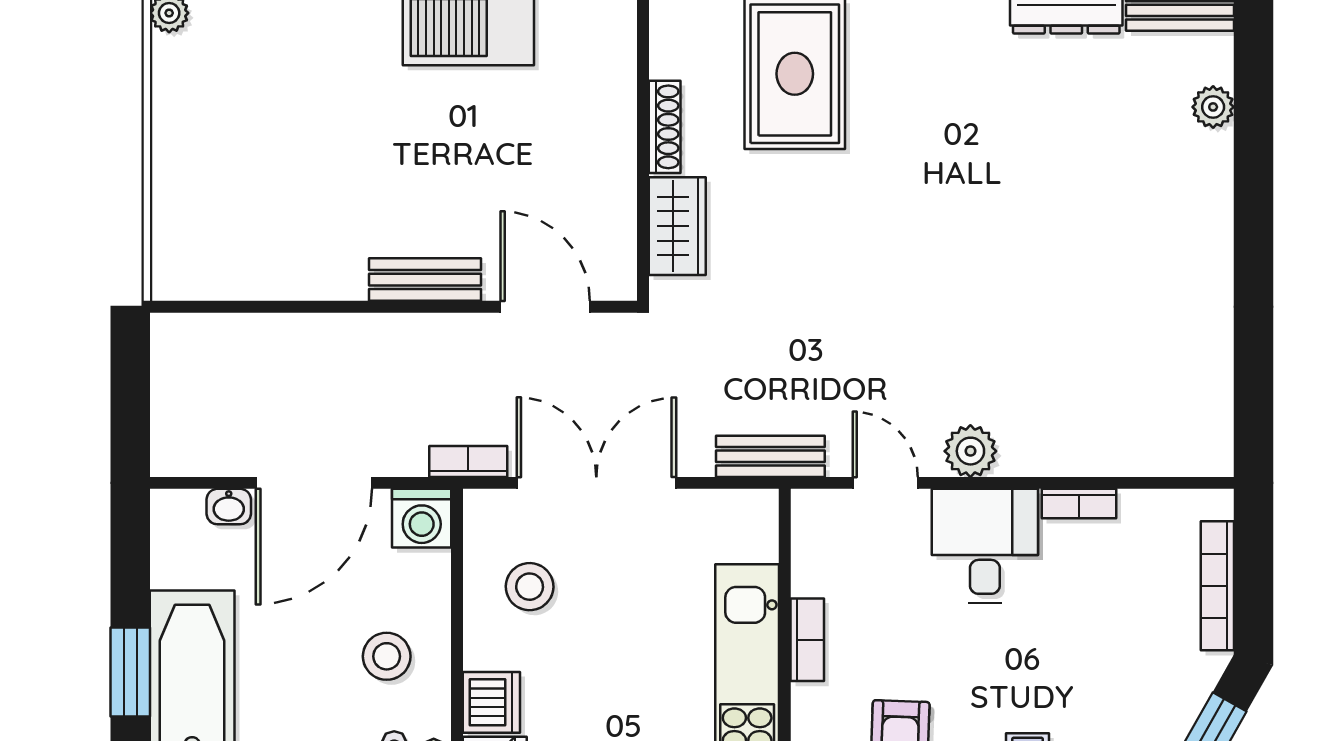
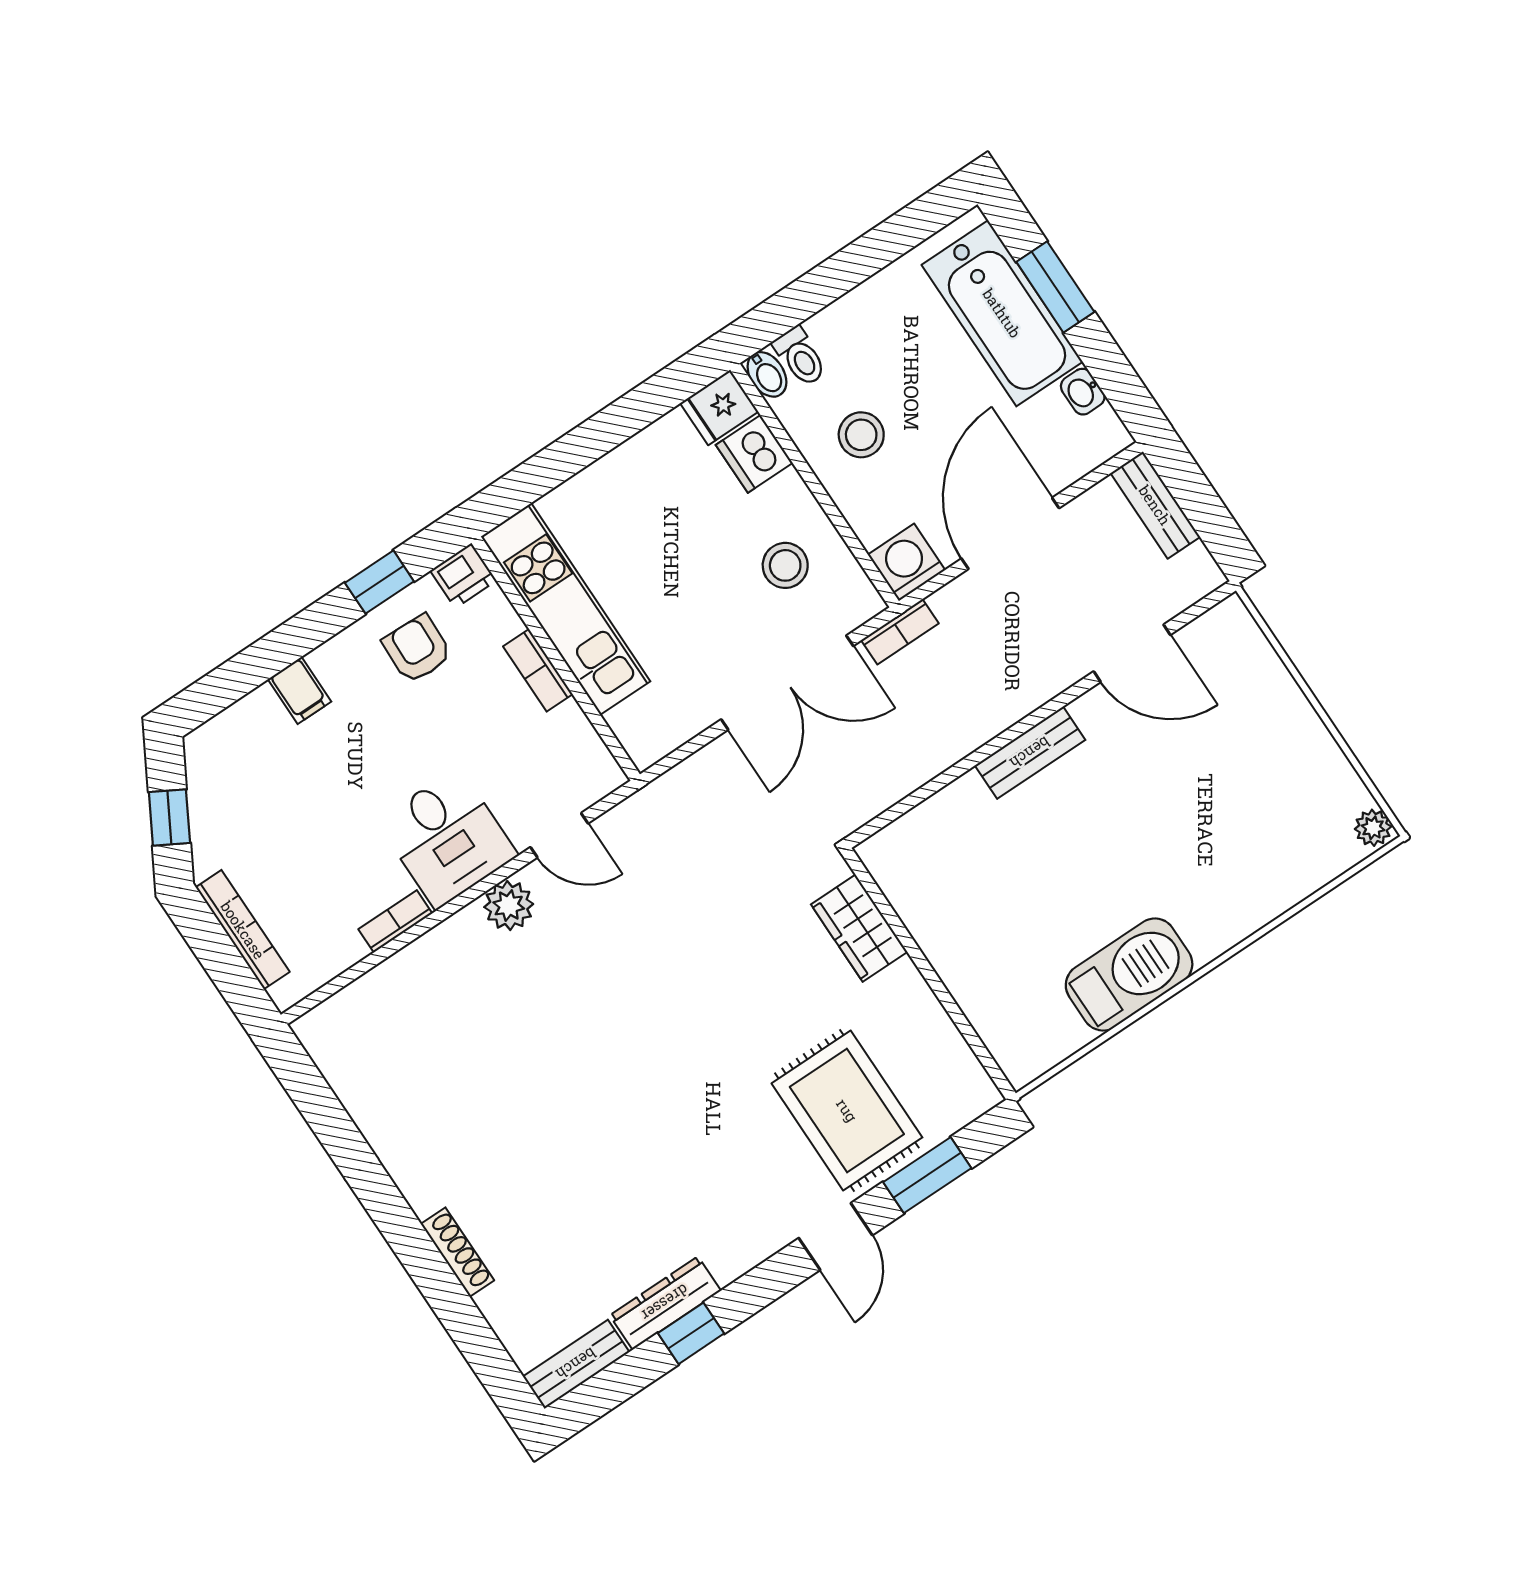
plant: (1213, 107) -> (499, 1305), removed
shoe rack: (665, 127) -> (458, 1252), moved, turned 180
door: (545, 307) -> (1132, 653), moved
bench: (770, 456) -> (1155, 505), moved, turned 90
washbasin: (229, 507) -> (1083, 392), moved, turned -90

